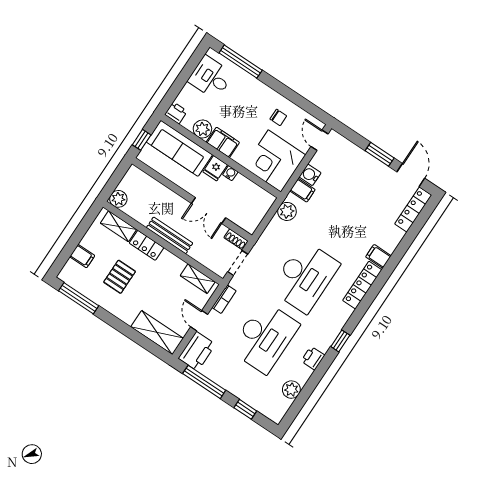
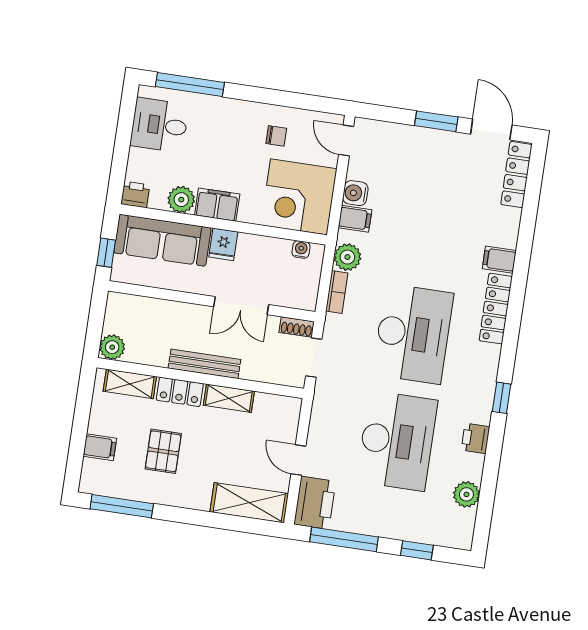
water cooler: (230, 173) -> (301, 250), moved
shelving: (198, 279) -> (229, 398), moved
bookcase: (224, 299) -> (337, 292), moved

